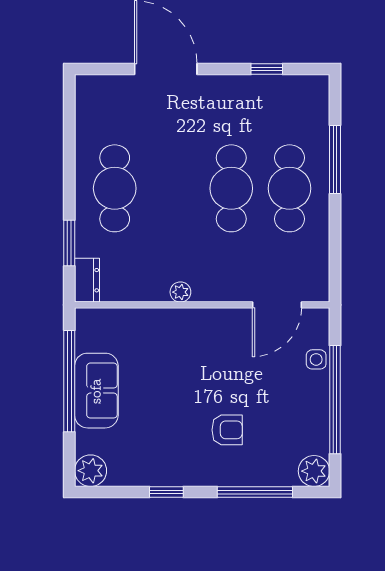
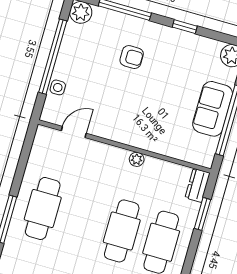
cafe table: (231, 188) -> (122, 231), moved
door: (277, 305) -> (74, 132), width x0.73
armchair: (227, 430) -> (132, 57), turned 180

